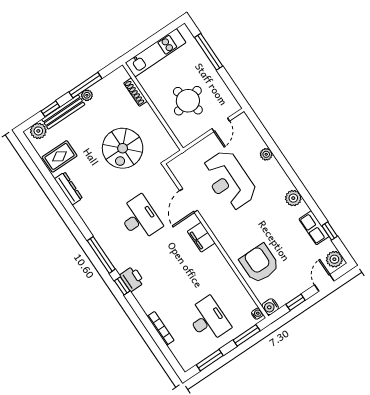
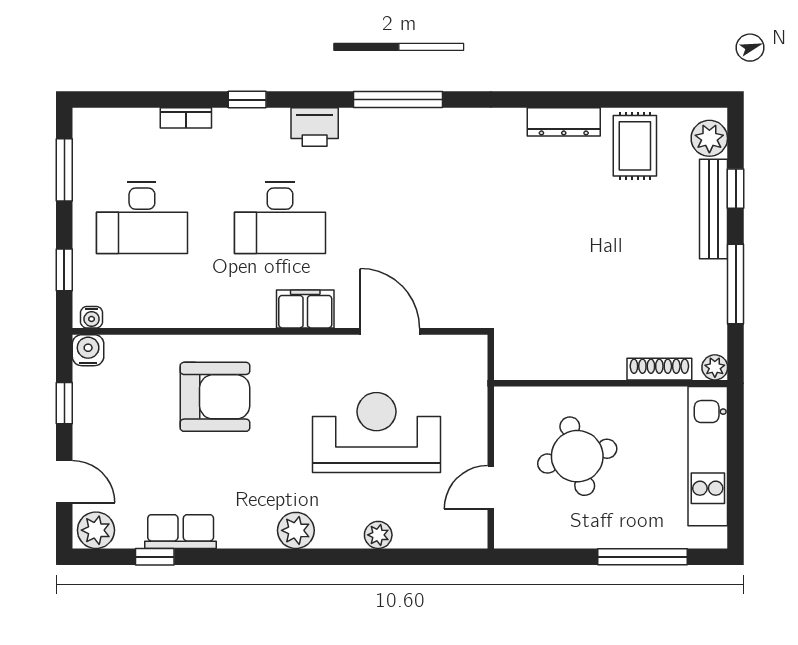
plant: (87, 95) -> (715, 367), moved
door: (221, 125) -> (491, 487), hinge flipped
spiral stairs: (123, 148) -> (571, 274), removed
plant: (293, 198) -> (296, 530), moved
desk: (140, 218) -> (280, 218), moved
armchair: (259, 264) -> (215, 397), moved
window: (122, 286) -> (247, 100), moved
bookcase: (161, 328) -> (186, 118), width x0.64
window: (247, 335) -> (64, 270), width x0.67

